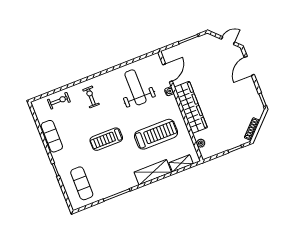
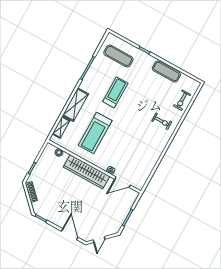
door: (168, 73) -> (122, 182), hinge flipped
weight bench: (136, 87) -> (136, 154), removed
treadmill: (106, 139) -> (115, 92), moved

